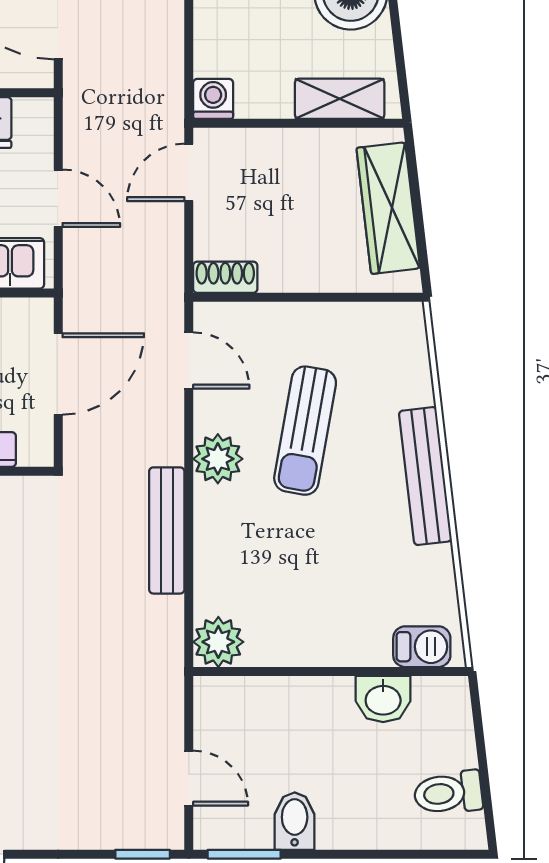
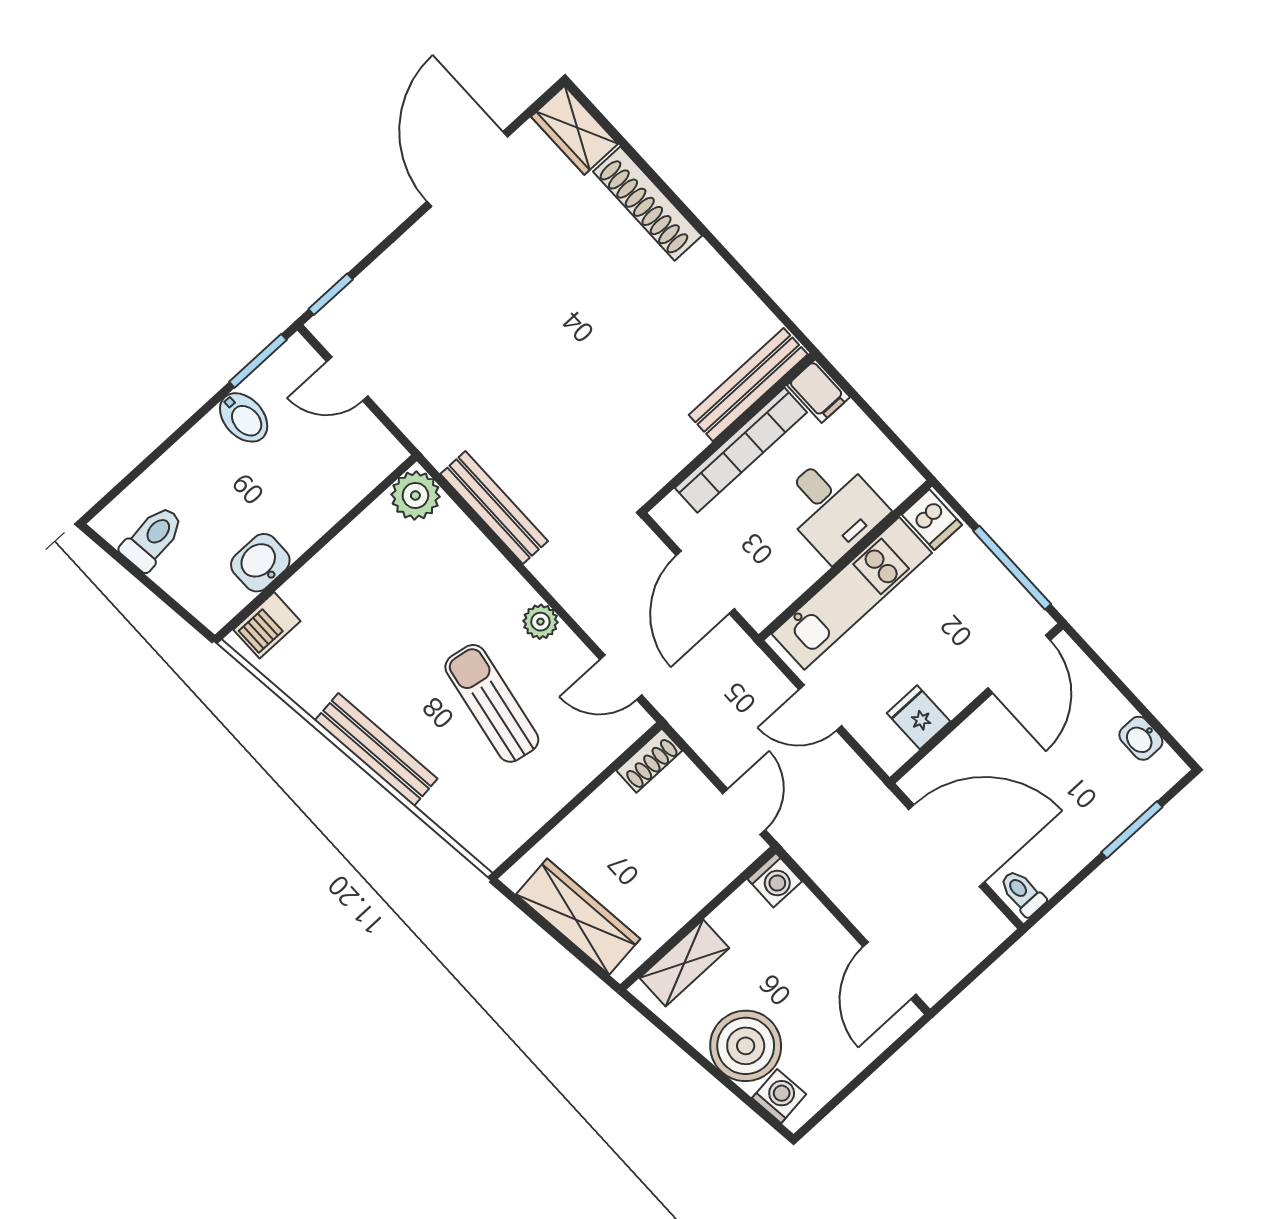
plant: (218, 459) -> (540, 622), width x0.73, depth x0.73
bench: (167, 530) -> (494, 508), moved

